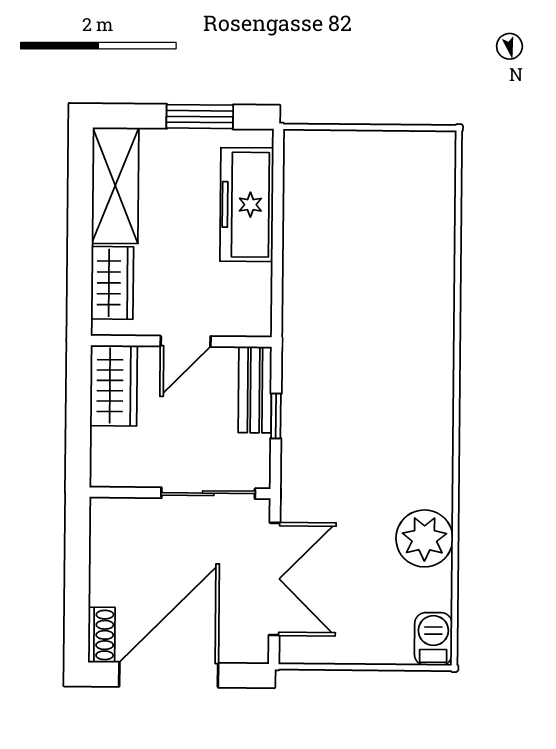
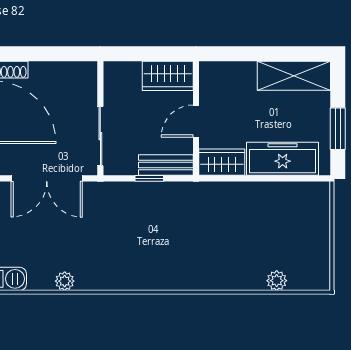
plant: (440, 216) -> (277, 281), added
wardrobe: (112, 283) -> (222, 162), moved, turned 180
door: (186, 341) -> (196, 121), hinge flipped
plant: (424, 538) -> (65, 281), width x0.53, depth x0.53

